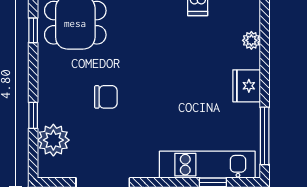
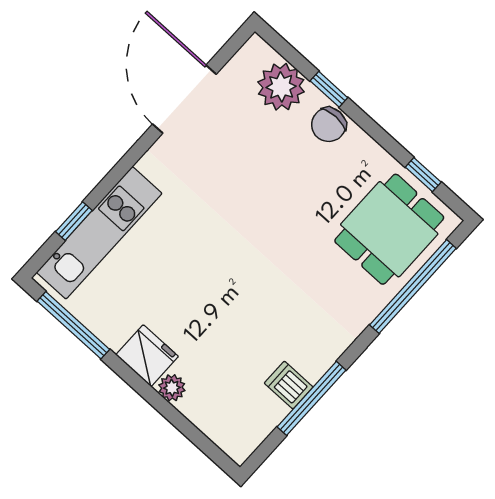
plant: (251, 40) -> (172, 388), moved
chair: (106, 97) -> (329, 125), moved

